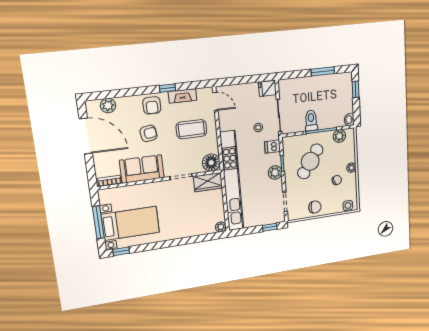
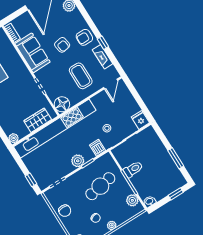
cafe table: (310, 161) -> (100, 186), turned -45
wardrobe: (208, 182) -> (38, 120), moved, turned 90

